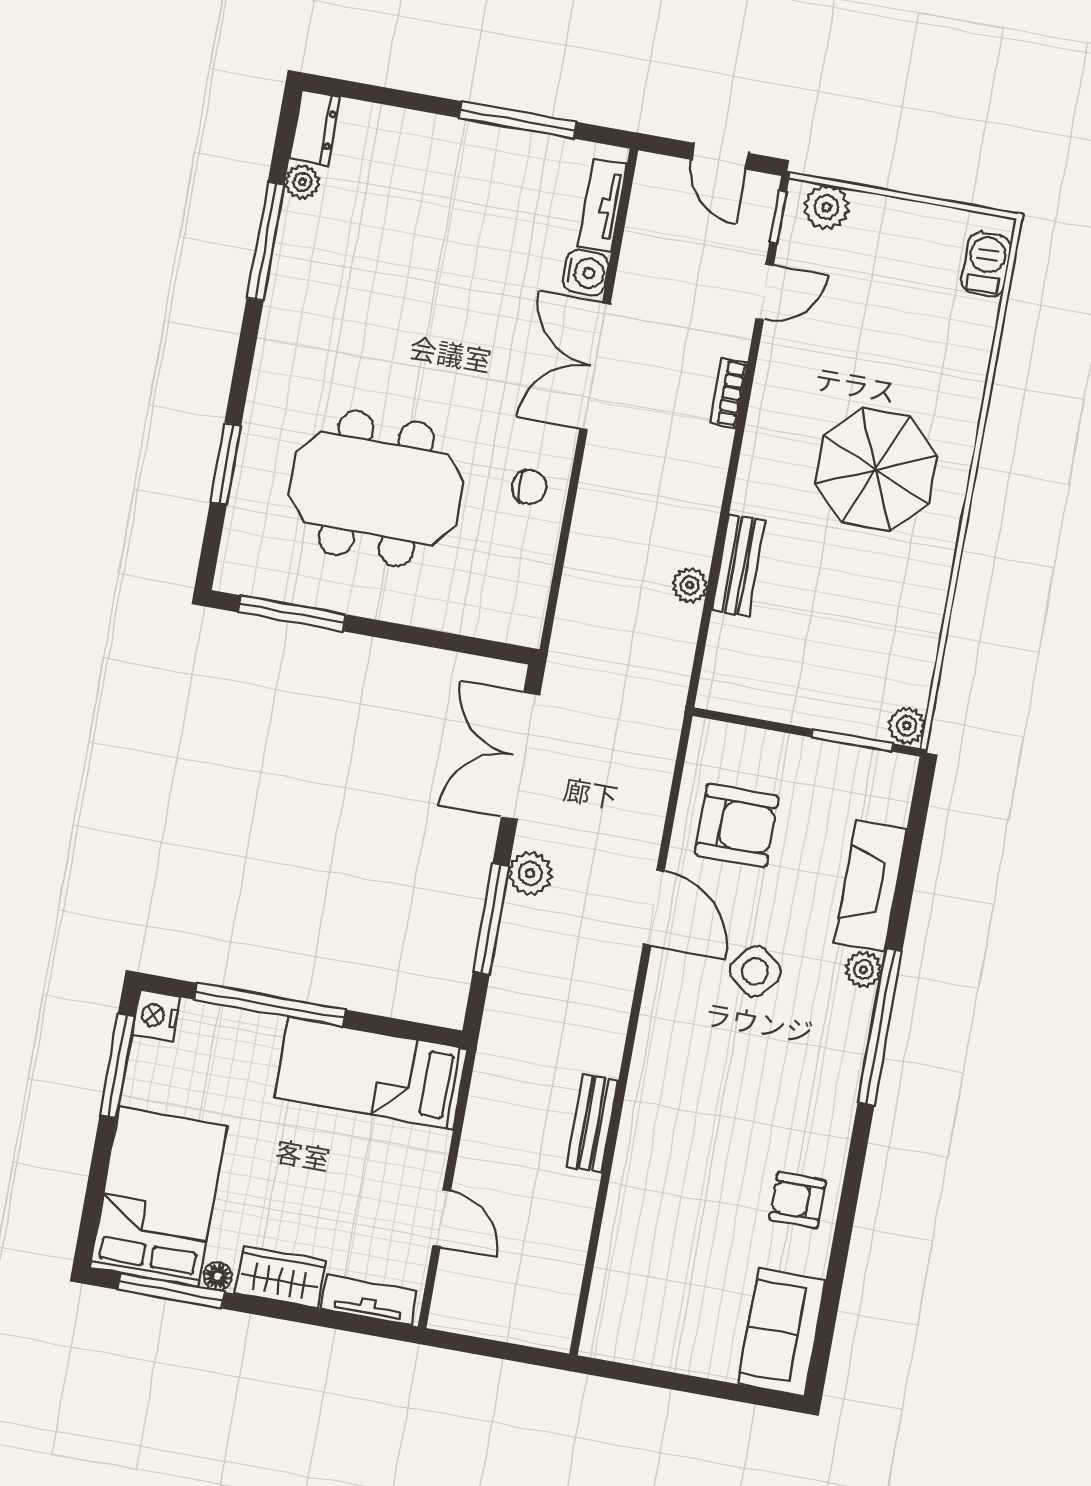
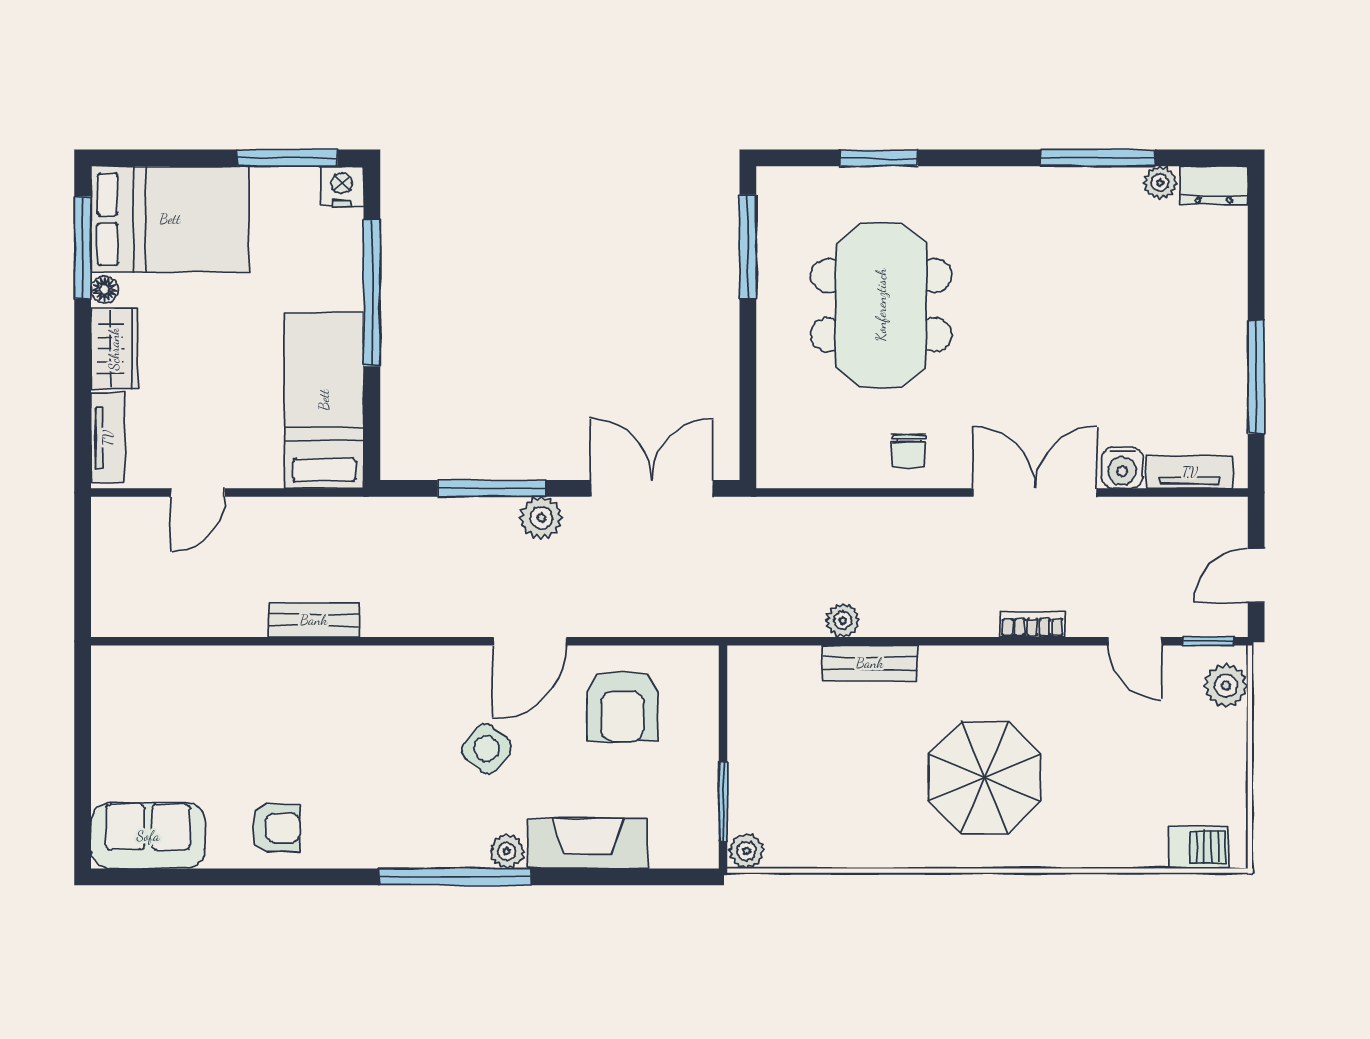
armchair: (797, 1200) -> (276, 828), turned 90

